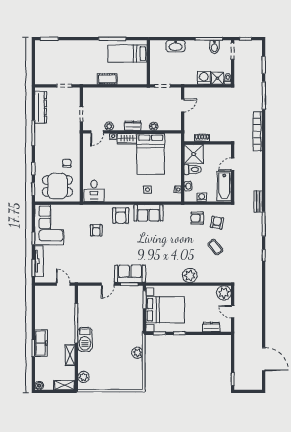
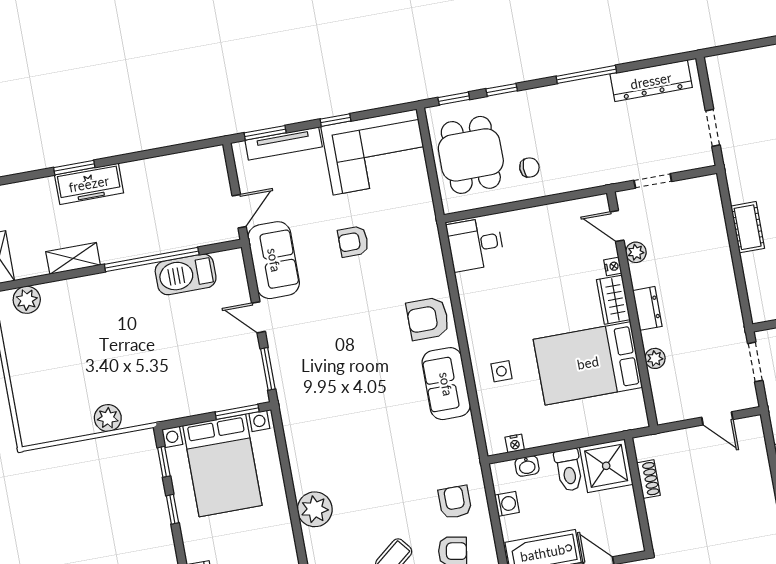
armchair: (96, 230) -> (353, 241), moved
sofa: (130, 274) -> (274, 260), moved
barbecue: (85, 339) -> (186, 274), moved

